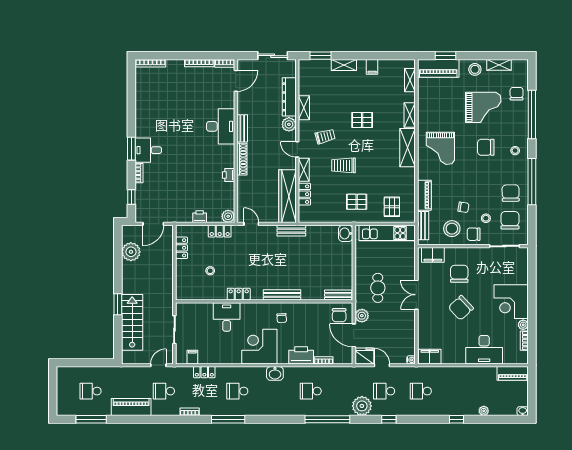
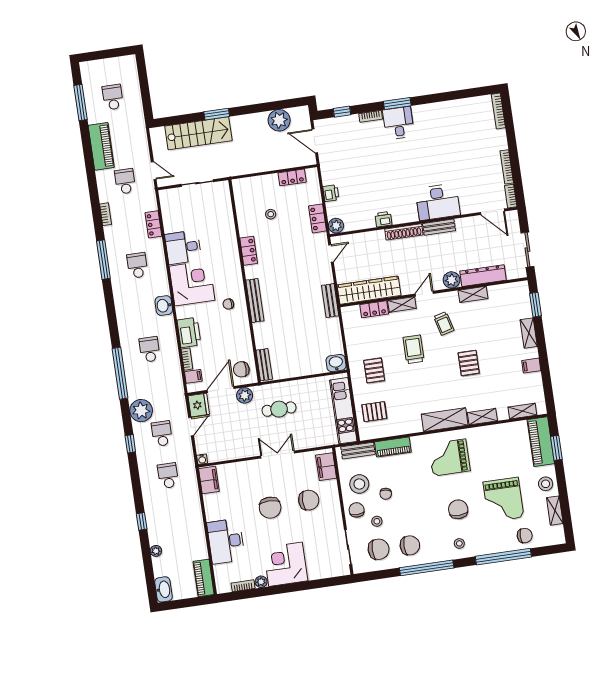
chair: (461, 308) -> (270, 508), turned -137
desk: (227, 317) -> (183, 247), moved, turned 180
filing cabinet: (192, 357) -> (193, 376), moved
washbasin: (523, 411) -> (163, 589), width x1.91, depth x1.45

